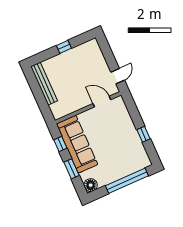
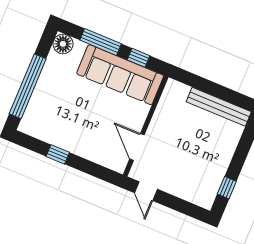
window: (64, 47) -> (227, 188), moved
door: (102, 102) -> (137, 147), swing flipped
window: (72, 169) -> (101, 42), width x1.44

